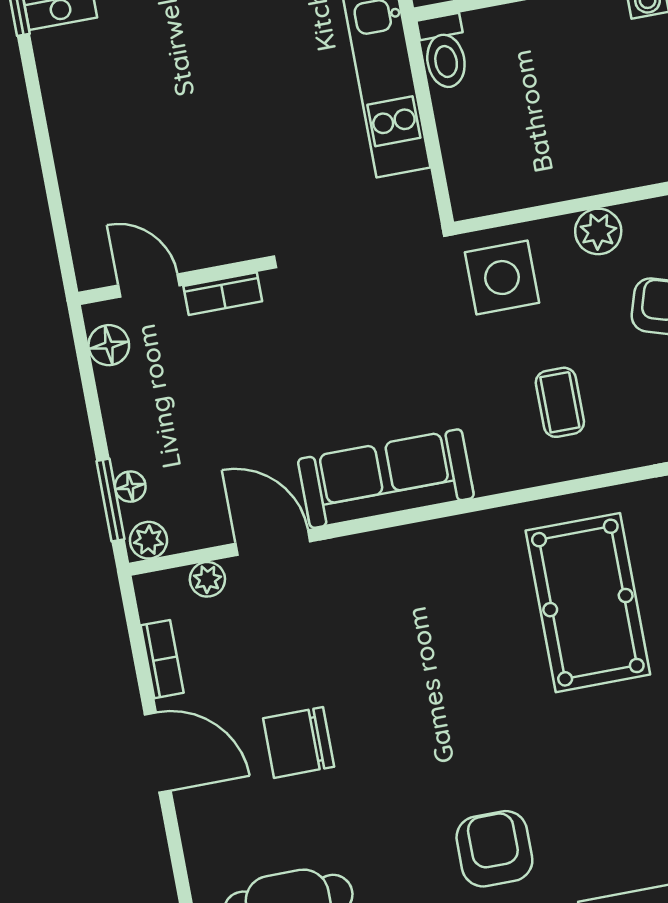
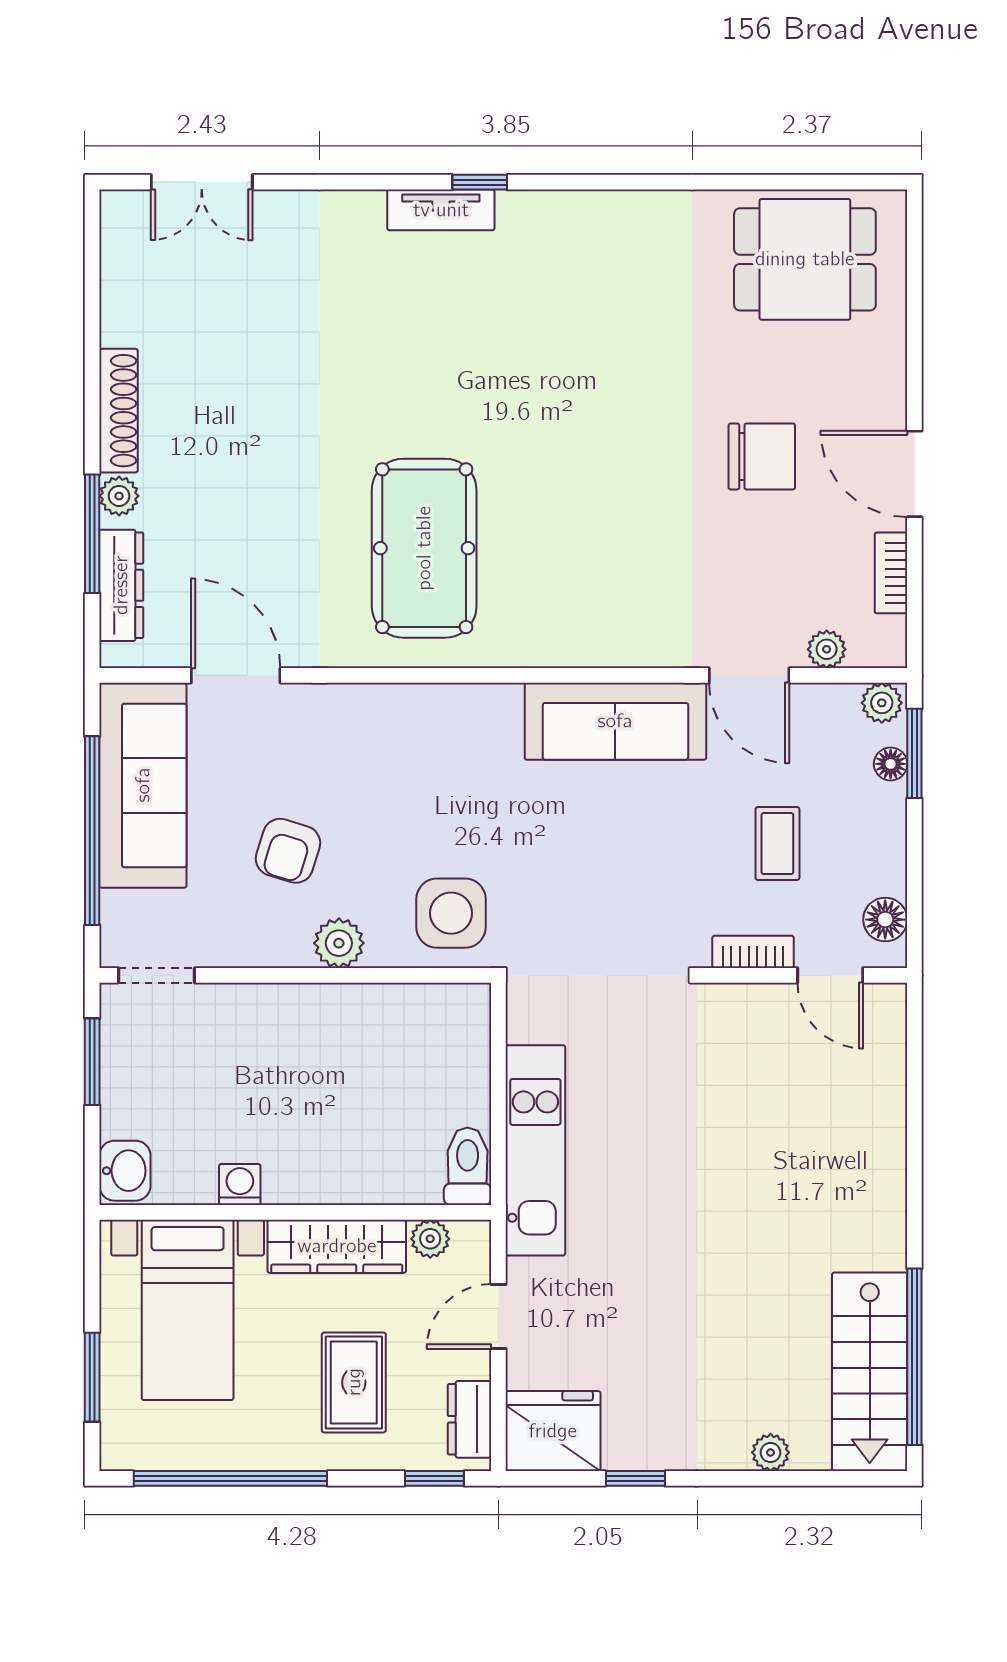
coffee table: (560, 402) -> (777, 844), moved
armchair: (494, 849) -> (573, 304), removed

